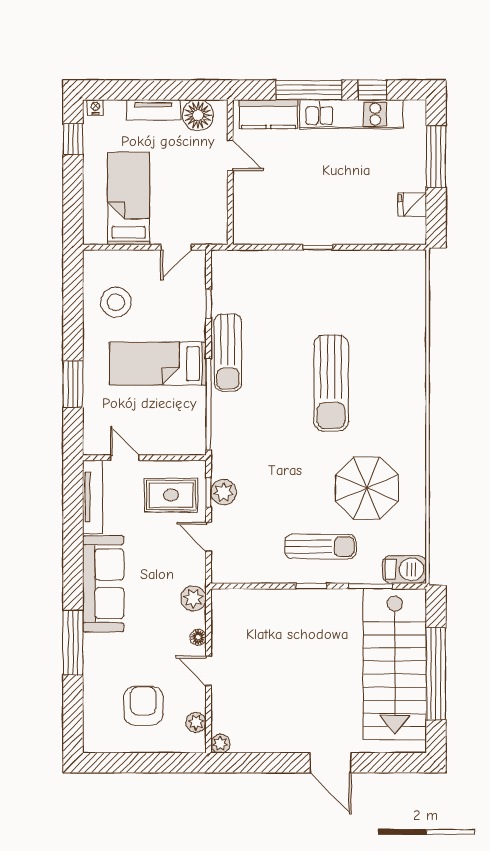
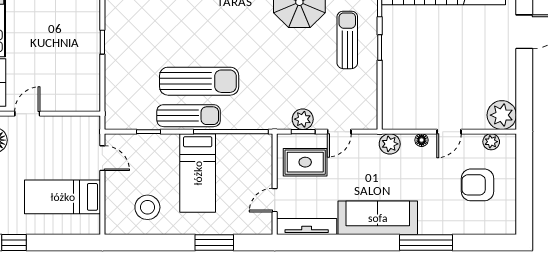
sun lounger: (331, 383) -> (199, 81), moved
rug: (171, 495) -> (305, 162), turned 90
plant: (220, 744) -> (502, 115), width x1.88, depth x1.88

